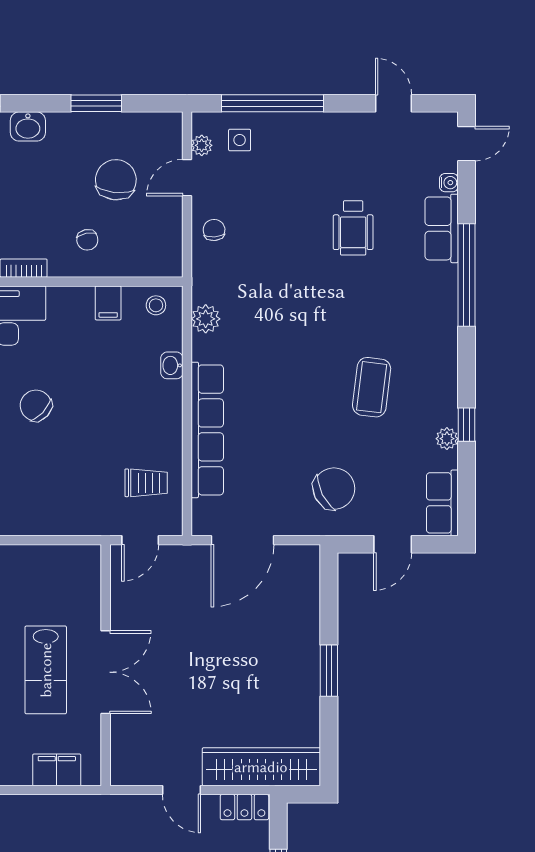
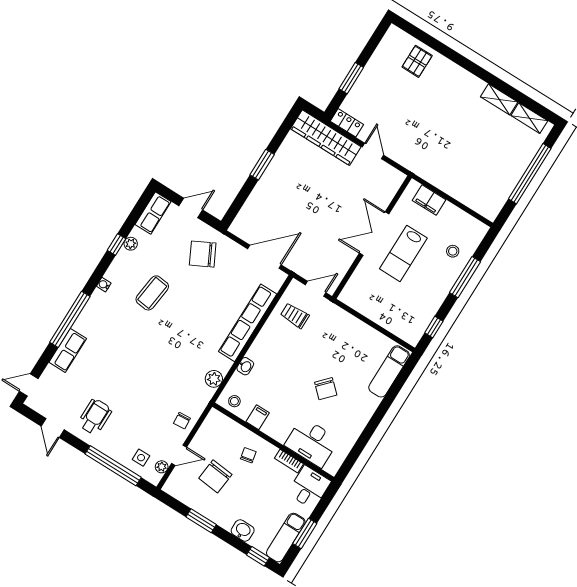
water cooler: (449, 183) -> (104, 285), moved
wheelchair: (353, 228) -> (95, 417), moved
lab bench: (46, 670) -> (403, 253), turned 180

